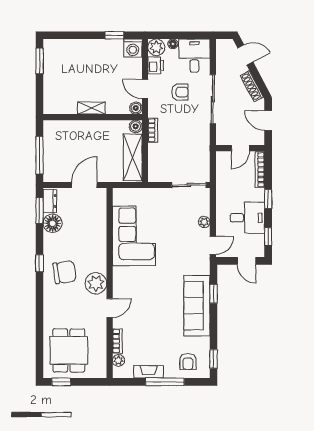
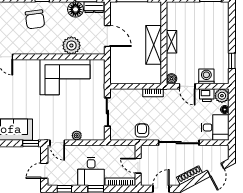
washing machine: (133, 48) -> (206, 76), moved, turned 90
door: (145, 89) -> (187, 86), swing flipped
armchair: (180, 92) -> (142, 130), moved, turned 180
boiler: (136, 126) -> (156, 79), removed
shelving: (133, 157) -> (154, 45), moved, turned 90
sliding door: (189, 185) -> (107, 112), moved
desk: (247, 218) -> (91, 171), moved
plant: (96, 283) -> (71, 45), moved
window: (214, 294) -> (31, 143), moved

